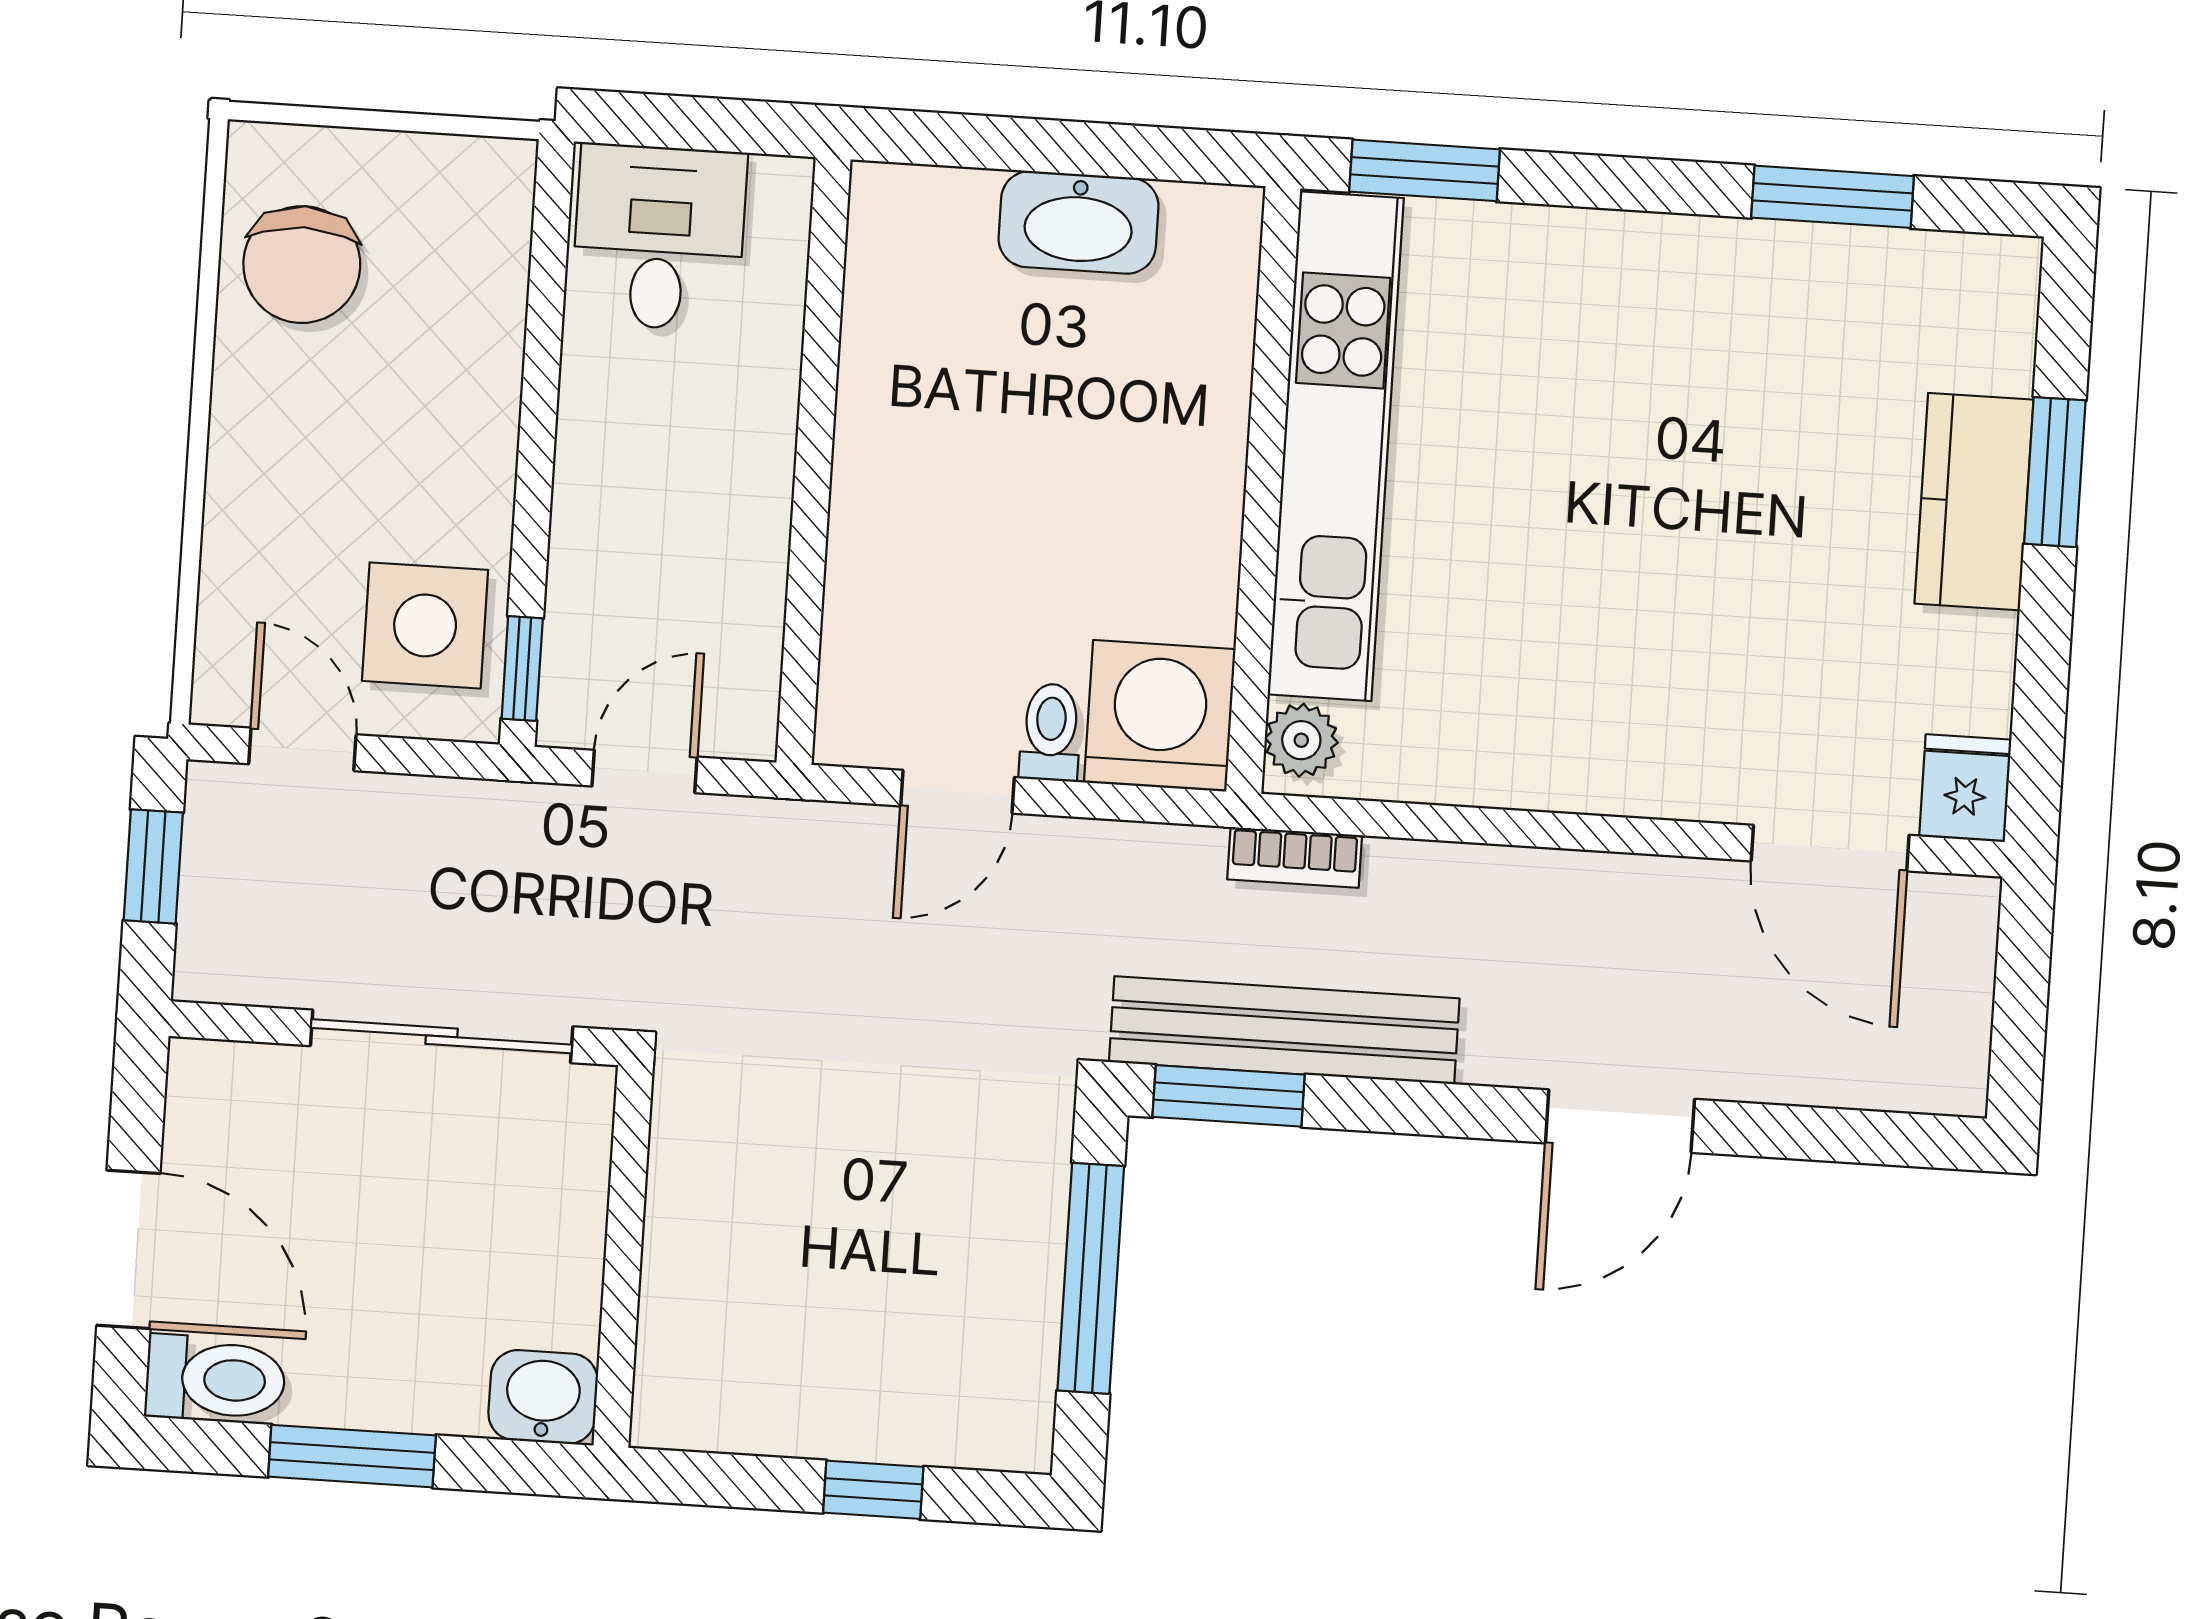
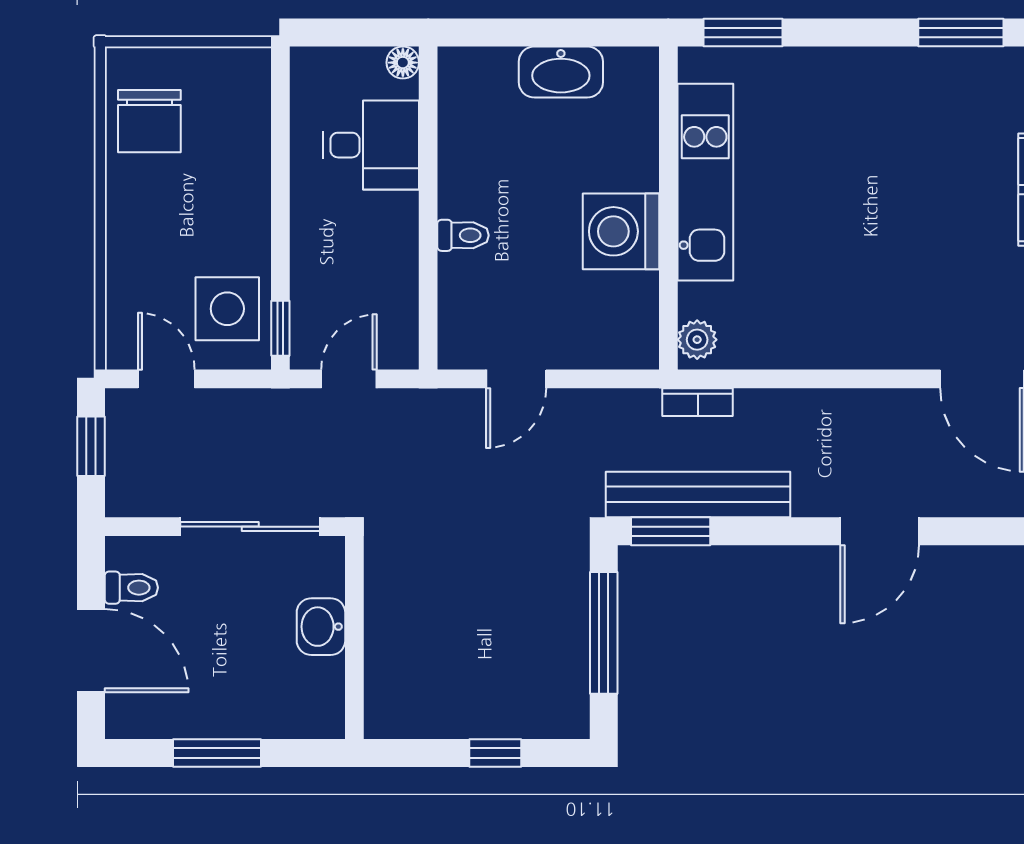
floor lamp: (784, 185) -> (403, 63), added
desk: (659, 237) -> (371, 145), moved, turned 90
kitchen unit: (1336, 446) -> (705, 182), width x0.73
washing machine: (1160, 716) -> (621, 231), moved, turned -90
toilet: (1051, 732) -> (463, 235), moved, turned 90
toilet: (215, 1379) -> (131, 588), moved, width x0.73, depth x0.72
washbasin: (543, 1397) -> (321, 627), moved, turned -90

